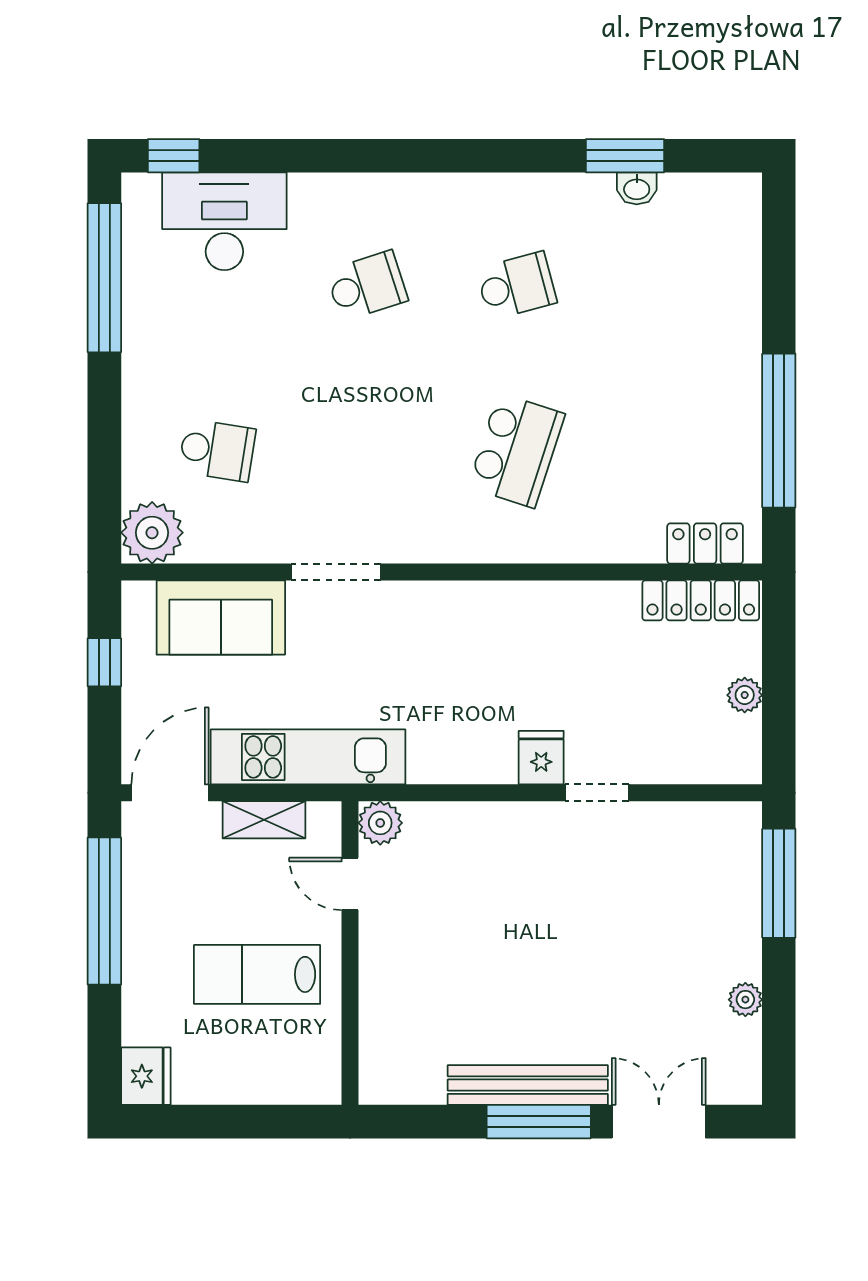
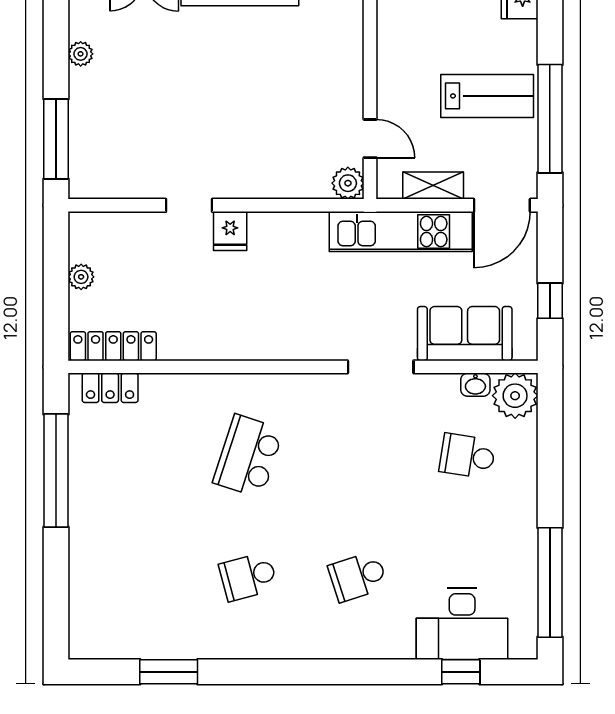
window: (174, 156) -> (461, 672), moved
washbasin: (637, 188) -> (475, 385), moved, turned 180
lab bench: (257, 974) -> (487, 96), moved

